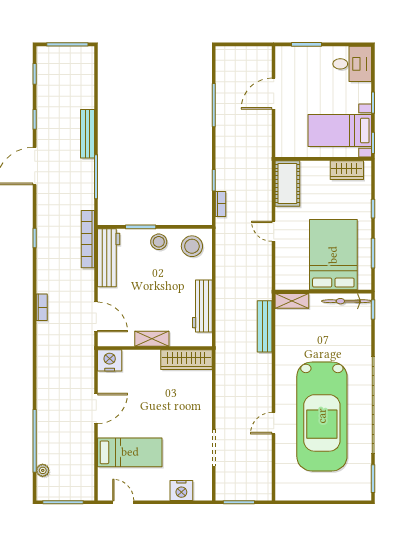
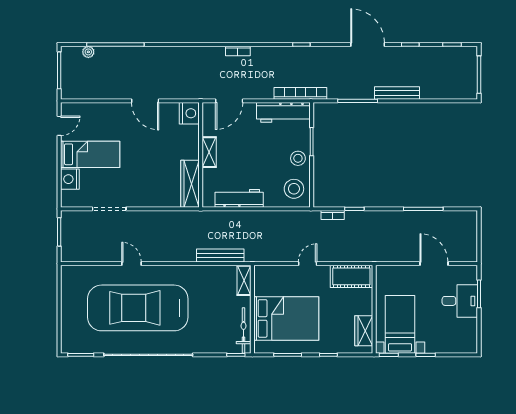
desk: (352, 64) -> (460, 301), moved, turned -90
bed: (130, 452) -> (90, 154), moved, turned -90

